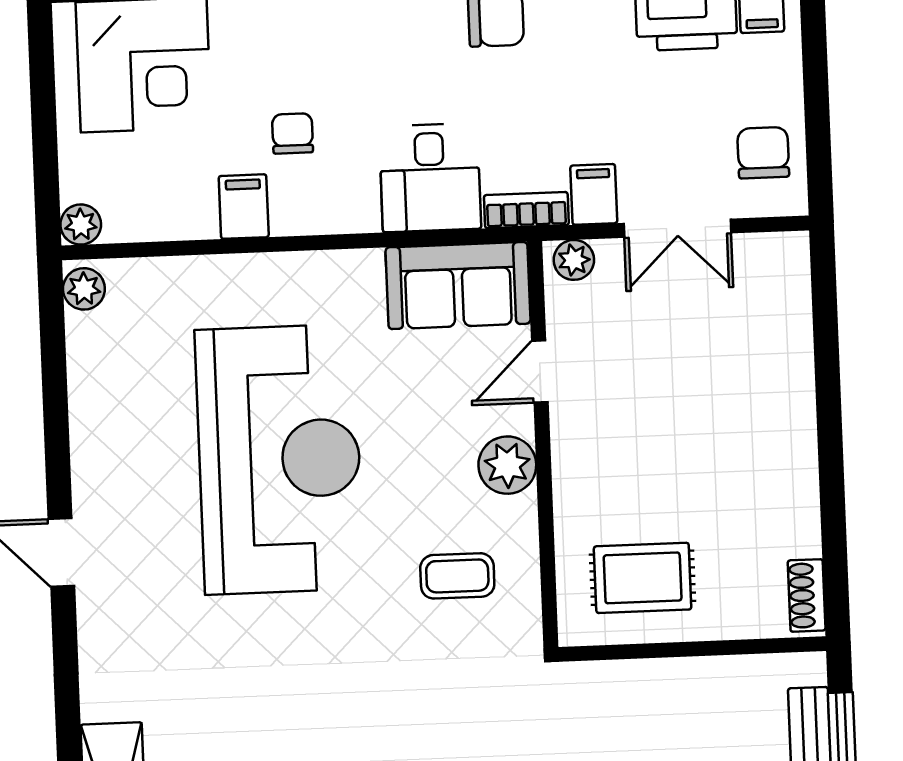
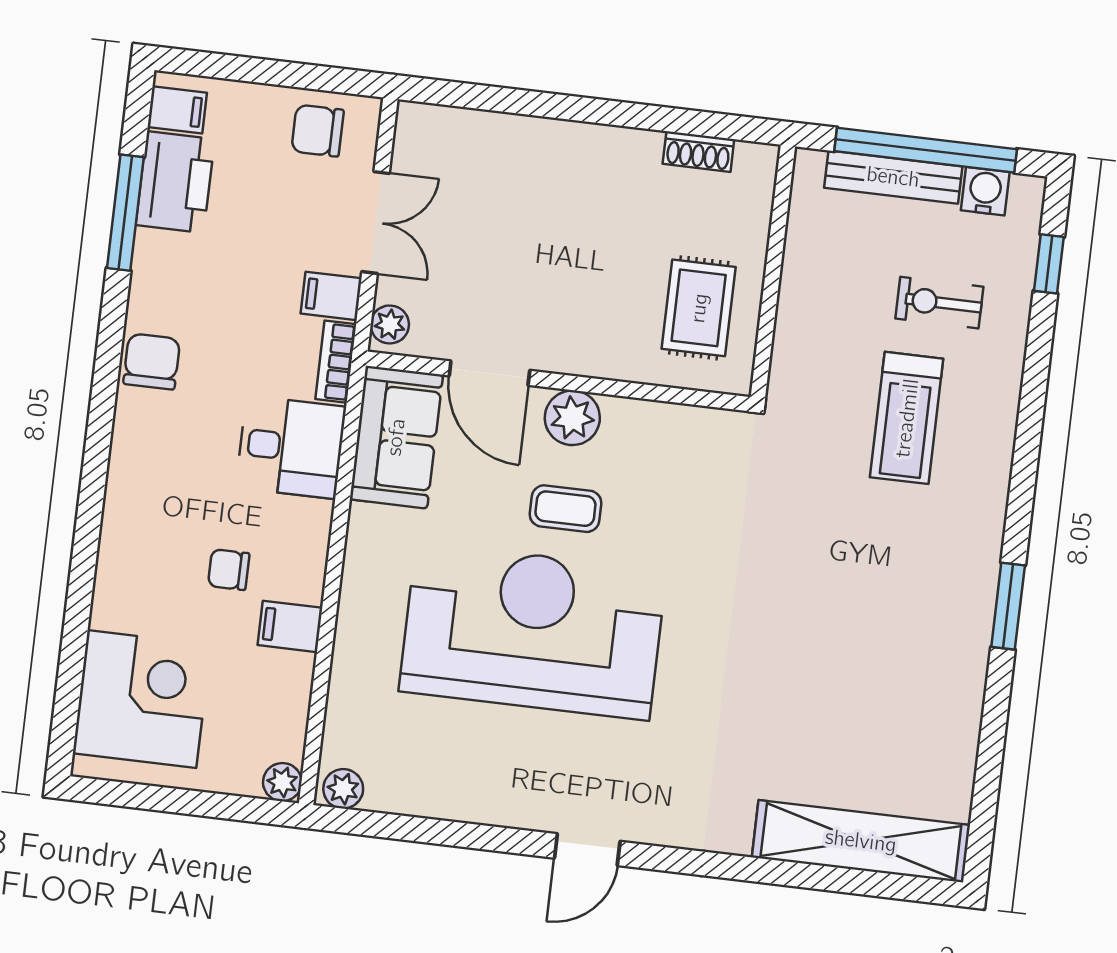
door: (540, 372) -> (489, 373), width x1.38
coffee table: (457, 576) -> (565, 509), moved, turned 90
shoe rack: (807, 595) -> (698, 152), moved

